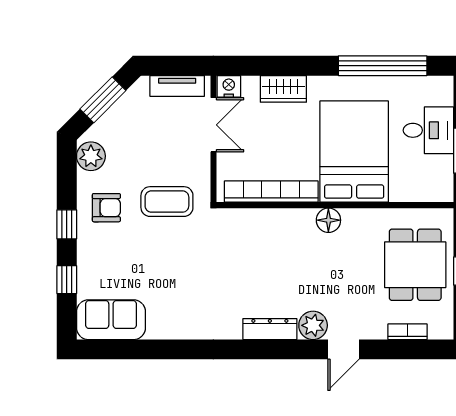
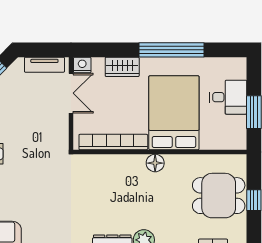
window: (383, 66) -> (171, 50), moved
coffee table: (167, 202) -> (37, 149), removed
dining table: (415, 265) -> (219, 196), turned 90

